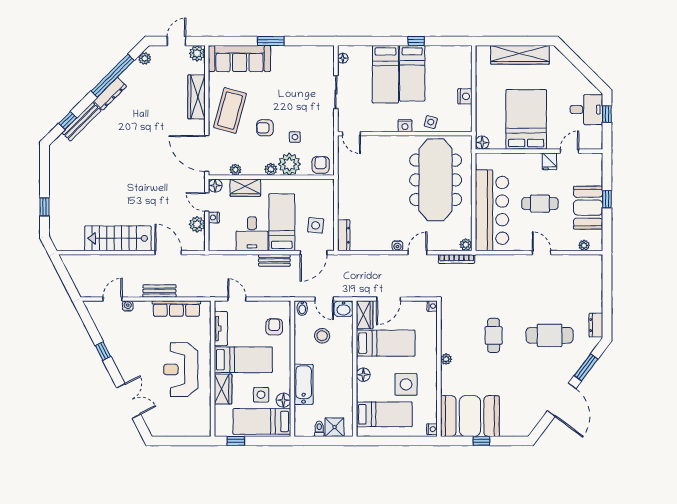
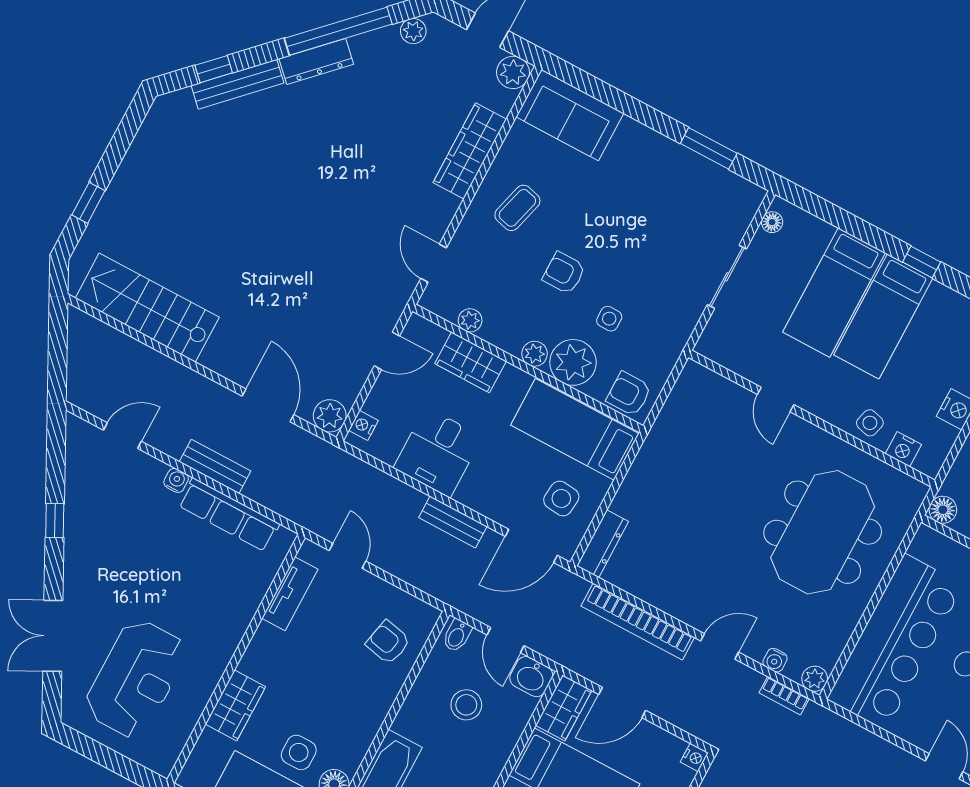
window: (271, 41) -> (709, 148), moved
sofa: (240, 59) -> (570, 115), width x0.73
coffee table: (230, 111) -> (517, 208), width x0.54, depth x0.58
nightstand: (405, 126) -> (903, 449), moved
door: (351, 134) -> (776, 400), moved
door: (207, 153) -> (434, 263), width x0.53
armchair: (321, 165) -> (629, 394), turned -90
meeting table: (436, 180) -> (823, 532), width x0.73
floor lamp: (215, 186) -> (418, 330), removed
door: (207, 202) -> (387, 351), swing flipped
nightstand: (214, 218) -> (363, 425), moved
bed: (282, 222) -> (575, 429), moved, turned -90
plant: (197, 224) -> (330, 416), moved
stairs: (118, 238) -> (147, 308), moved
water cooler: (397, 246) -> (775, 660), moved
bookcase: (457, 259) -> (784, 696), width x0.64
bookcase: (377, 261) -> (638, 622), added
water cooler: (128, 306) -> (176, 480), moved
armchair: (274, 327) -> (388, 642), turned -78
bed: (243, 360) -> (300, 672), removed
reception desk: (181, 370) -> (136, 679), moved, turned 180
double door: (129, 401) -> (53, 636), swing flipped

